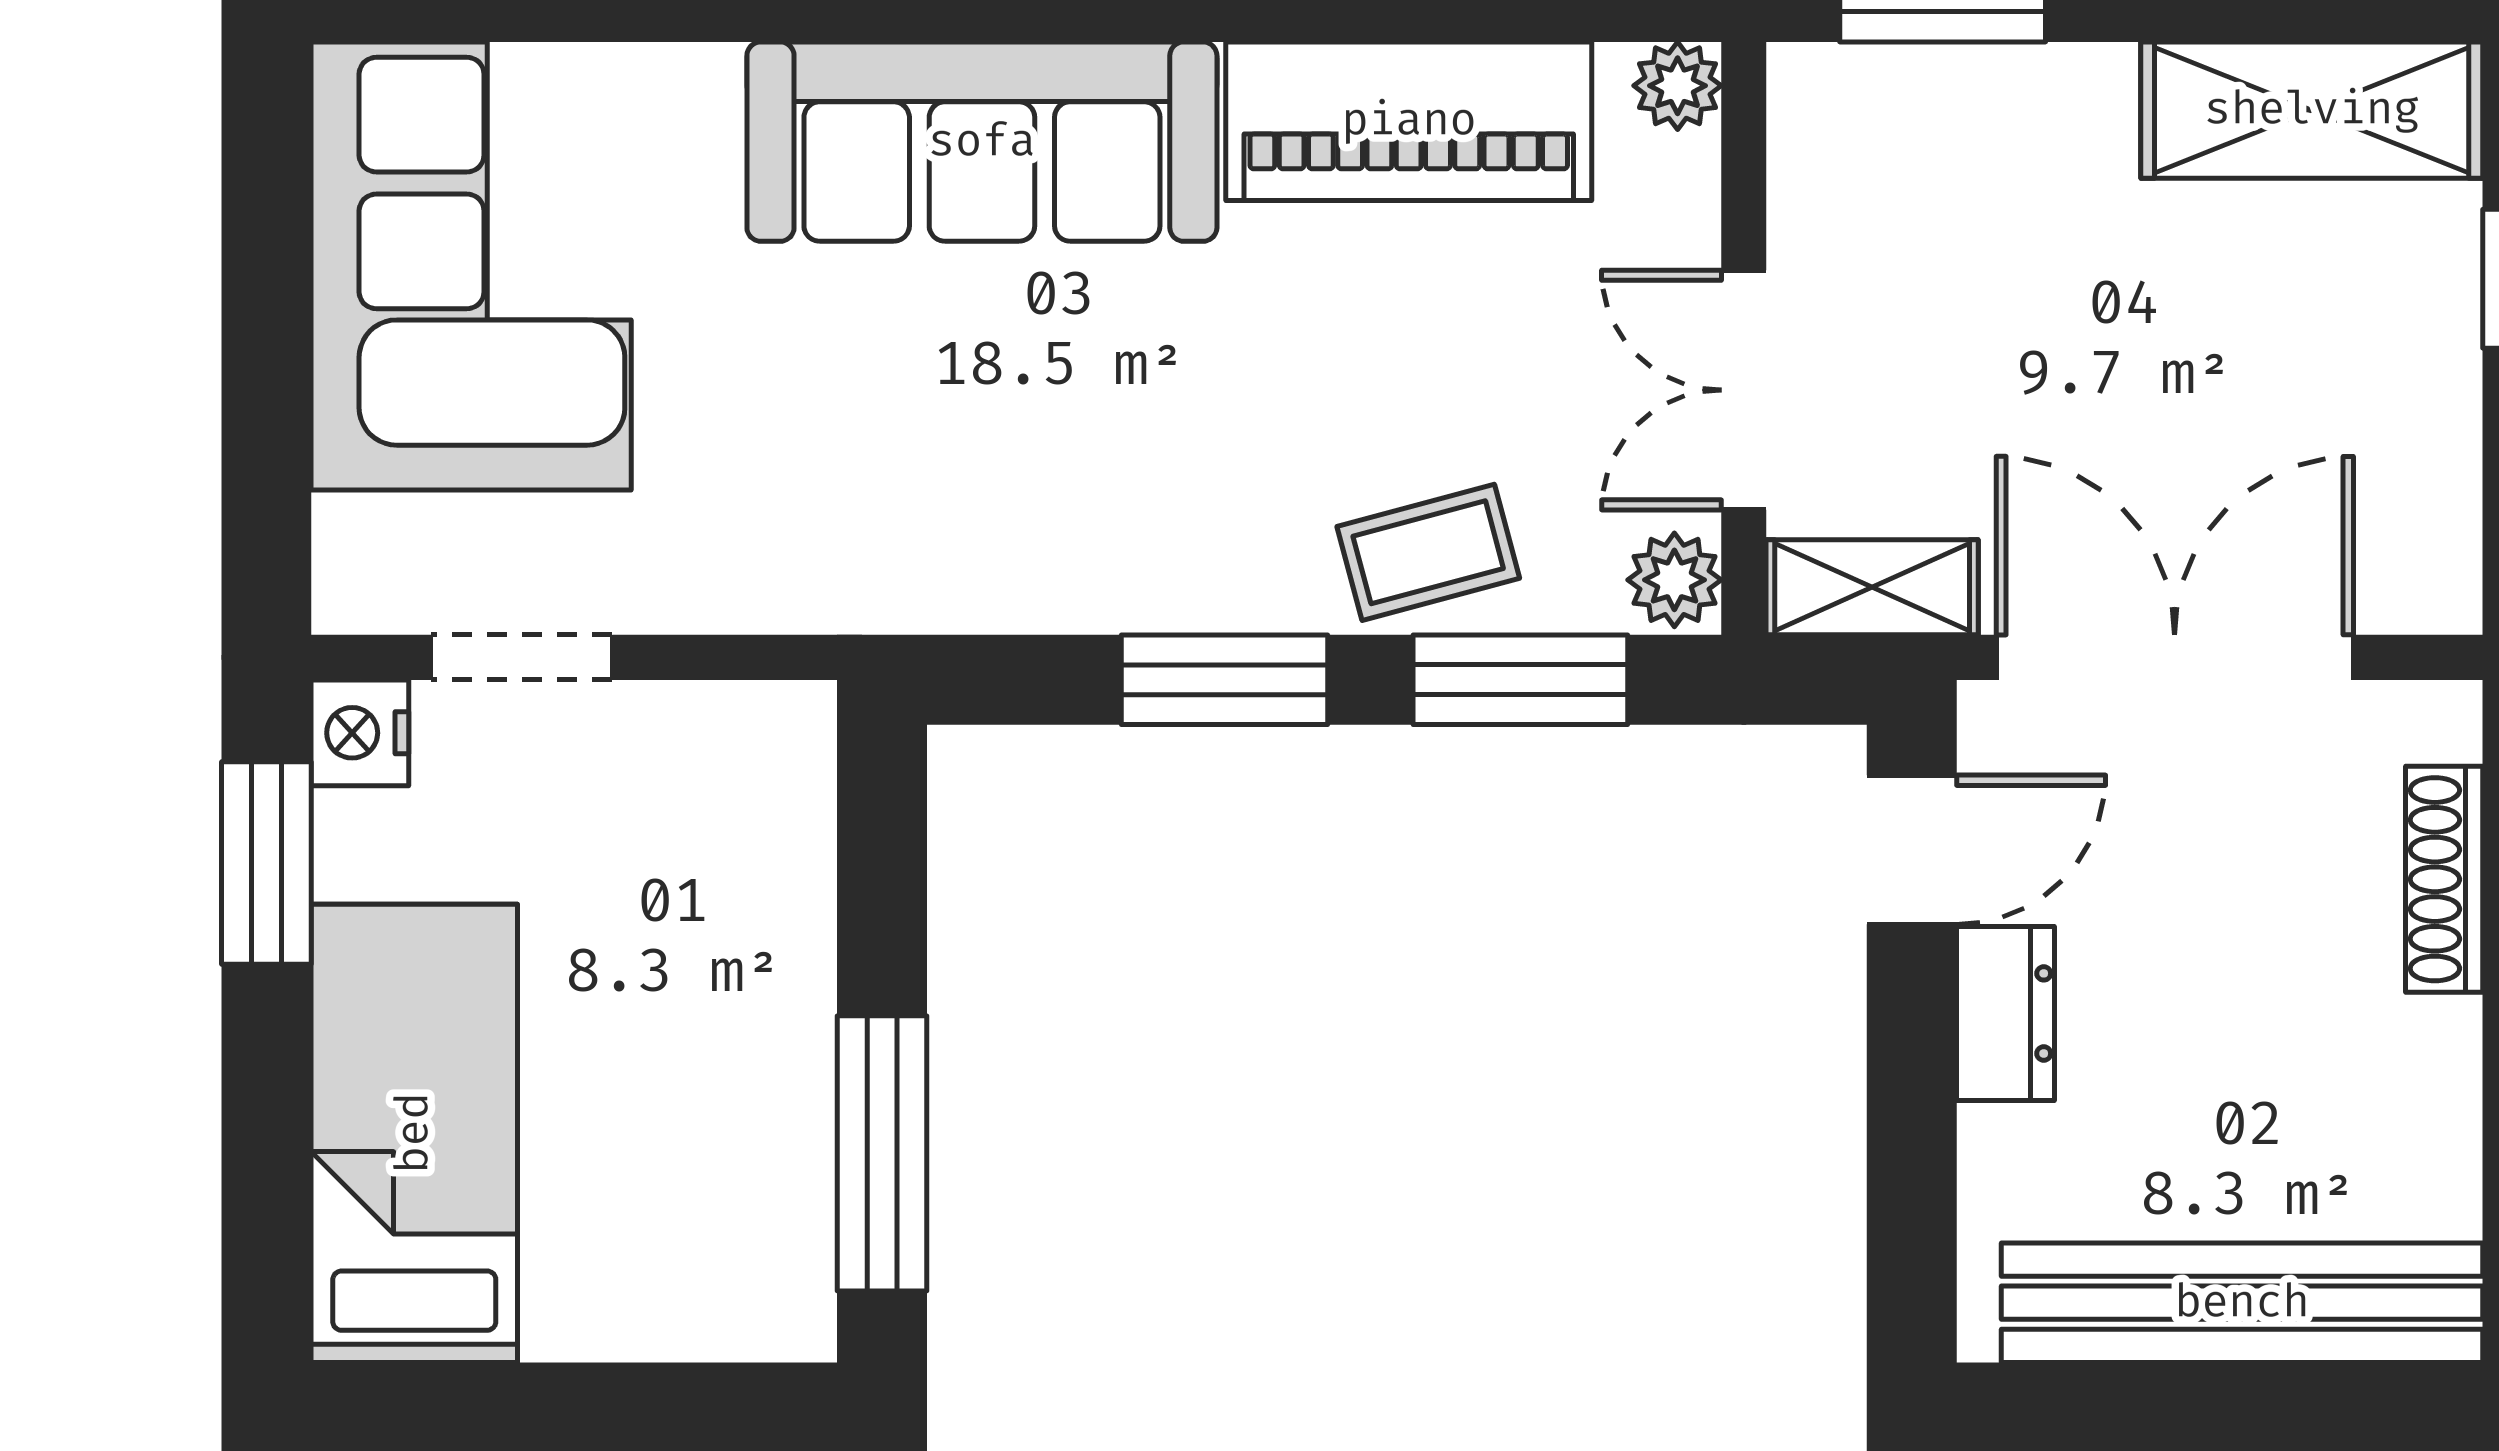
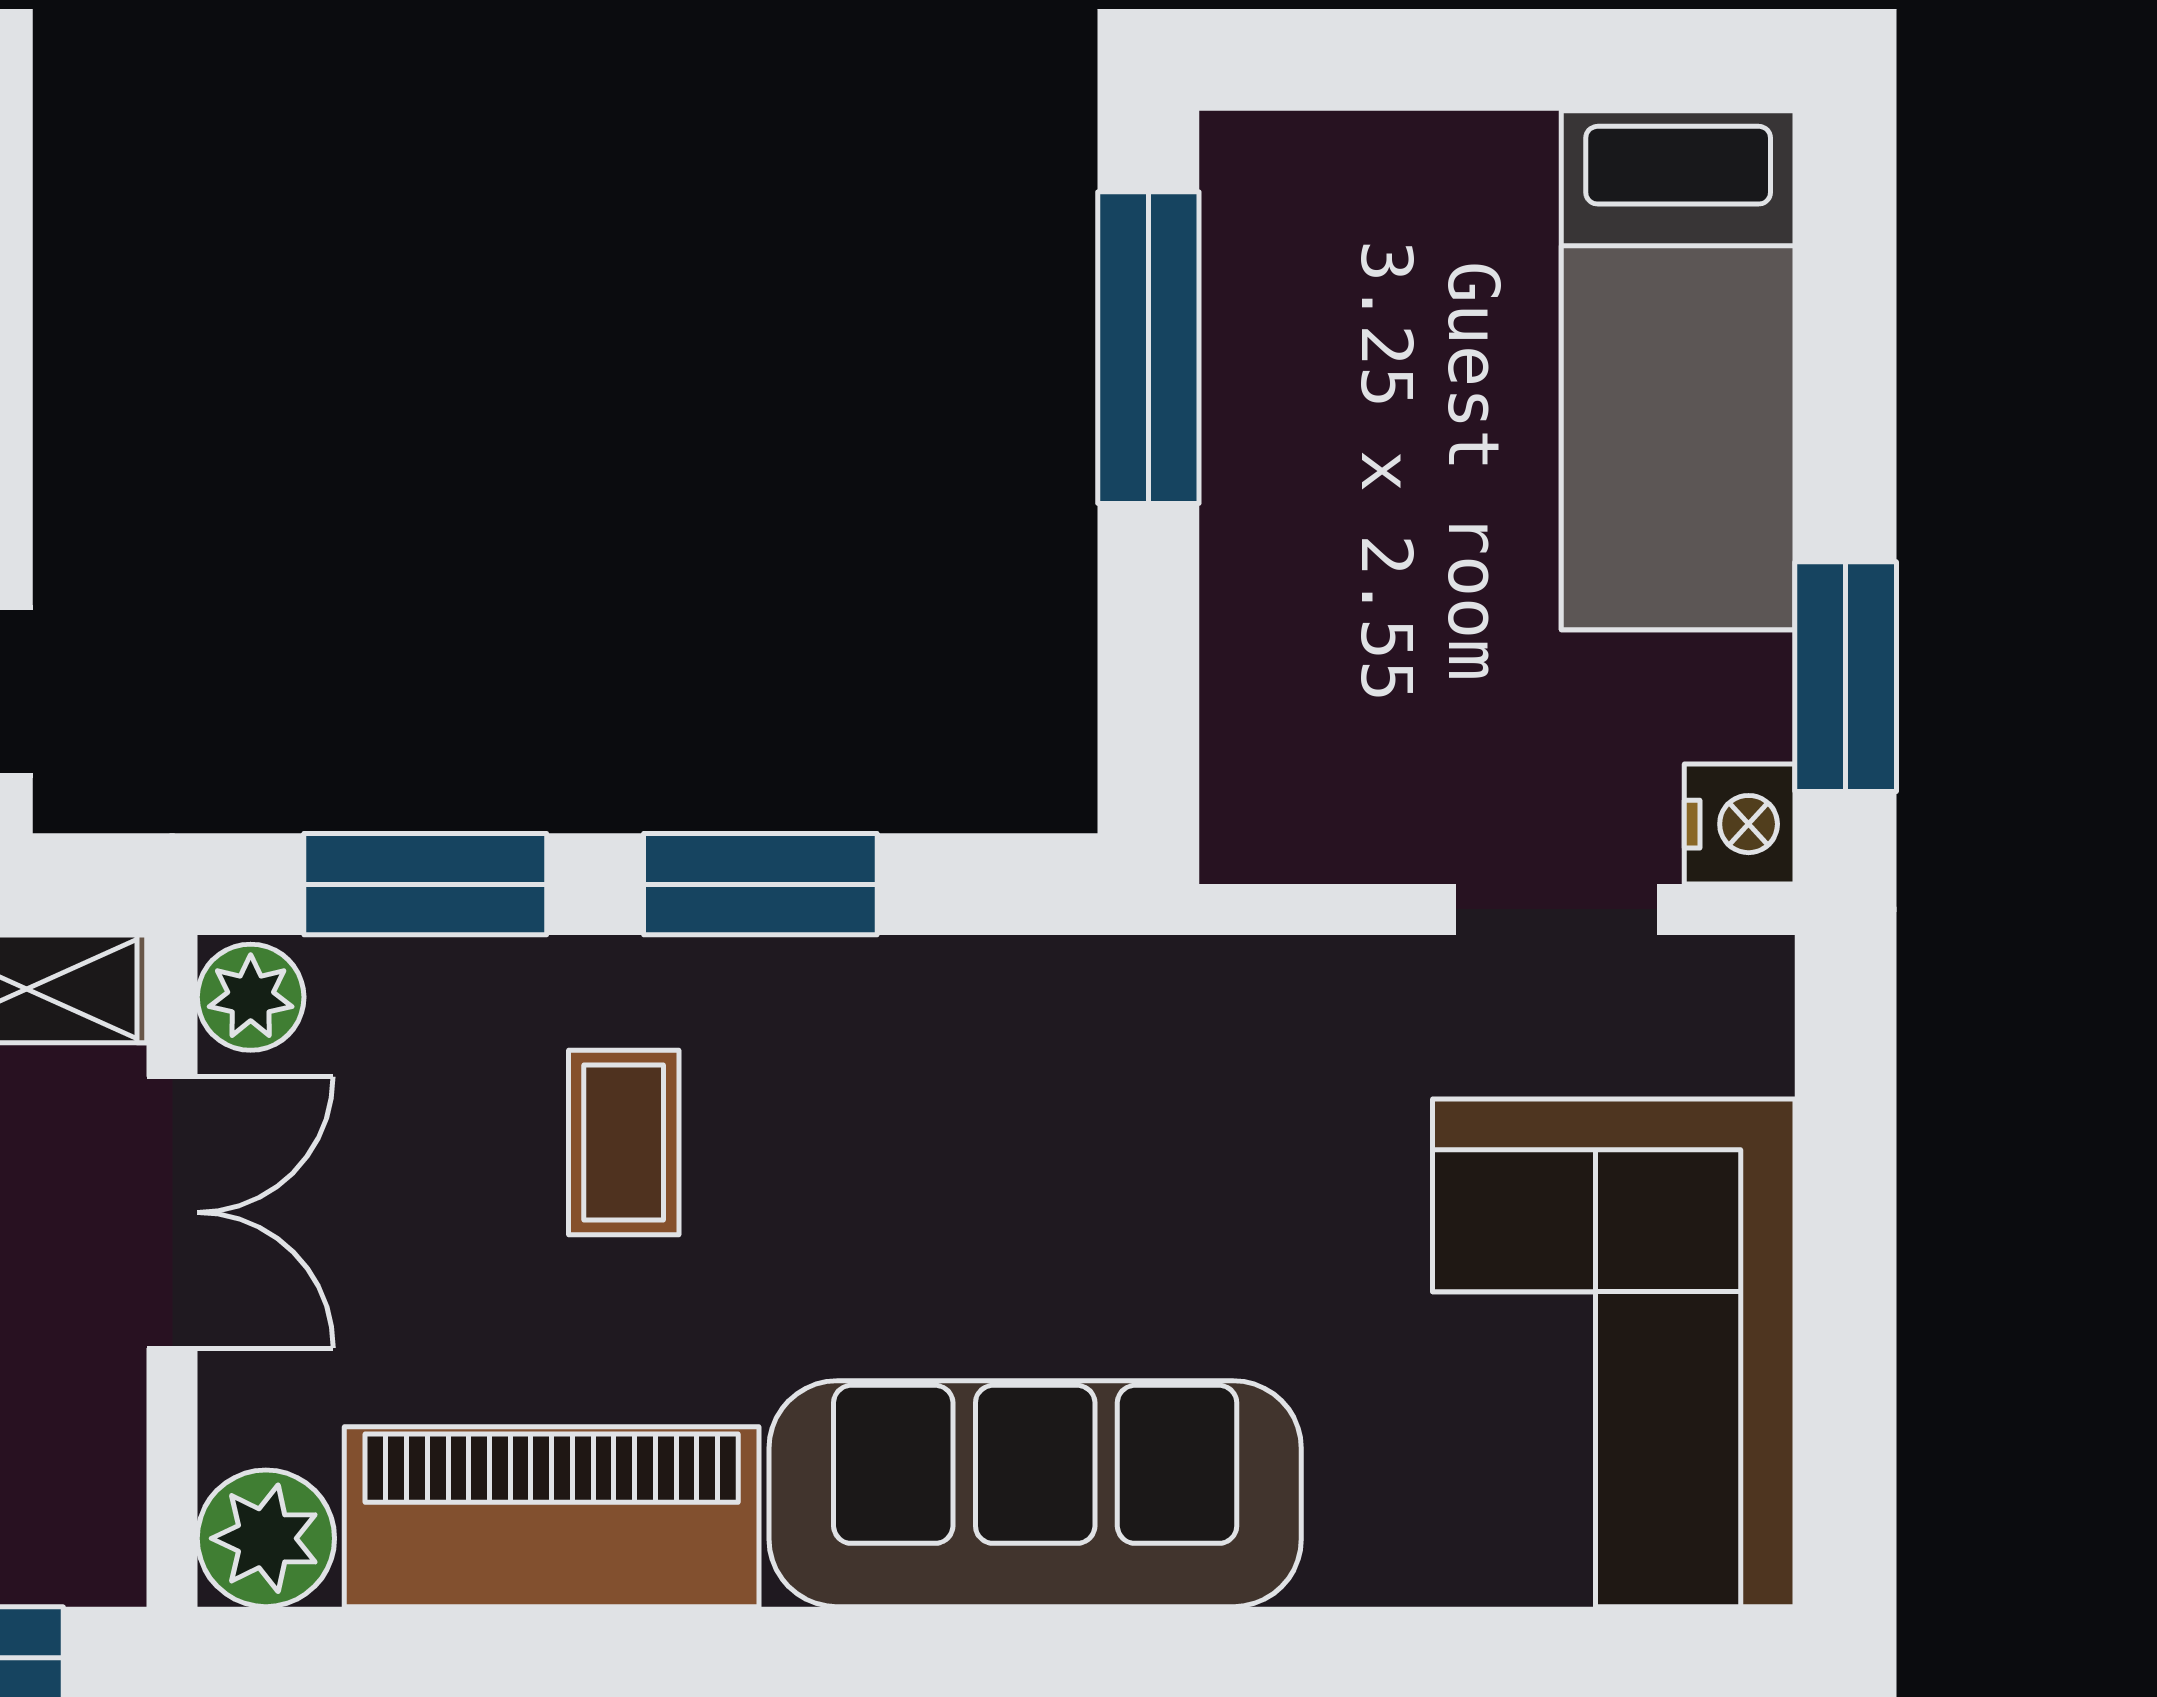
plant: (1678, 86) -> (266, 1538), width x1.38, depth x1.38
coffee table: (1428, 552) -> (624, 1143), moved, turned -75

